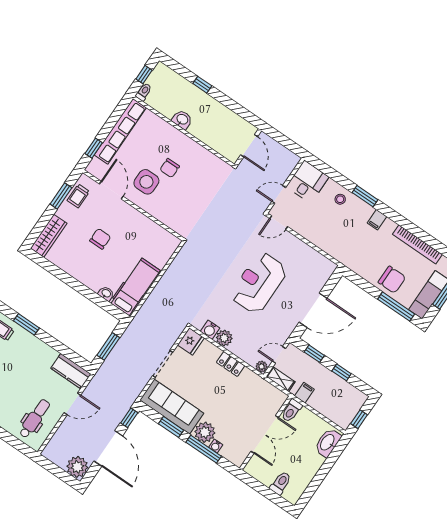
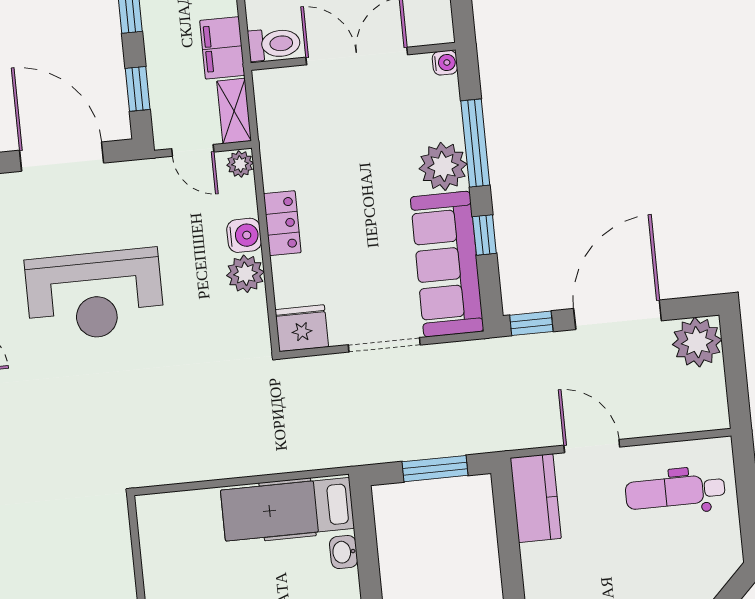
water cooler: (210, 330) -> (244, 235), moved
filing cabinet: (304, 393) -> (222, 48), width x2.00
window: (171, 427) -> (484, 235), width x0.67
water cooler: (216, 446) -> (445, 63), moved

